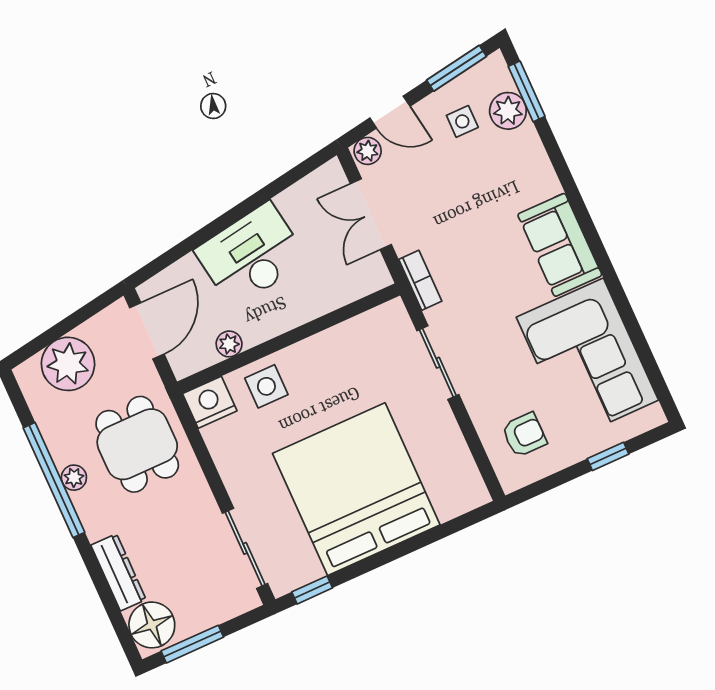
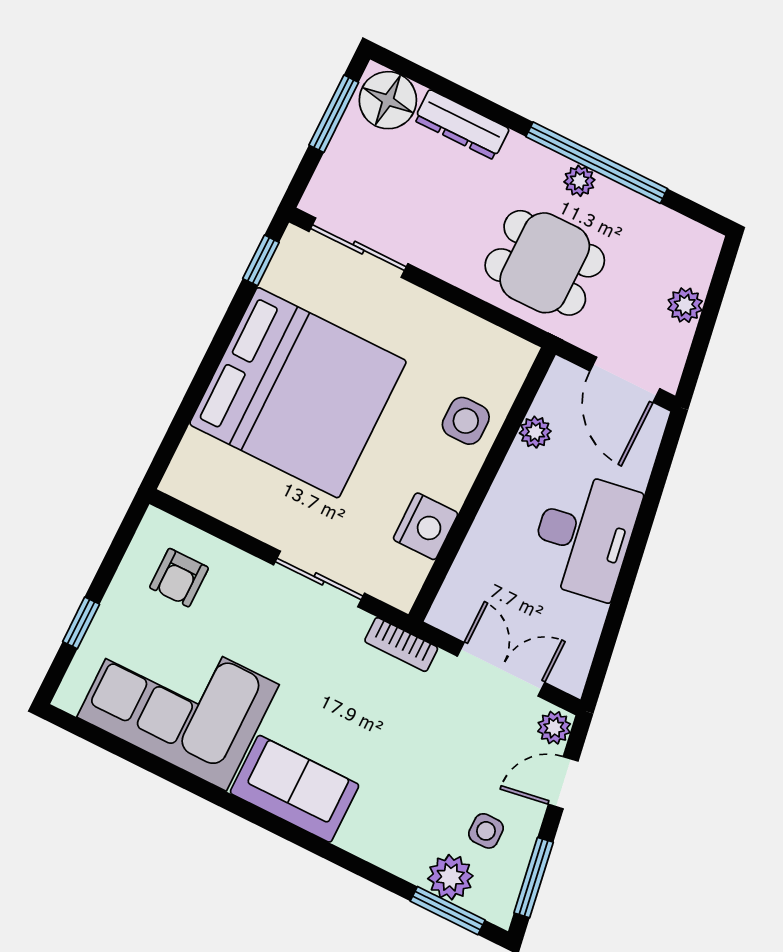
plant: (68, 364) -> (685, 305), width x0.53, depth x0.53
nightstand: (210, 402) -> (426, 526), moved

